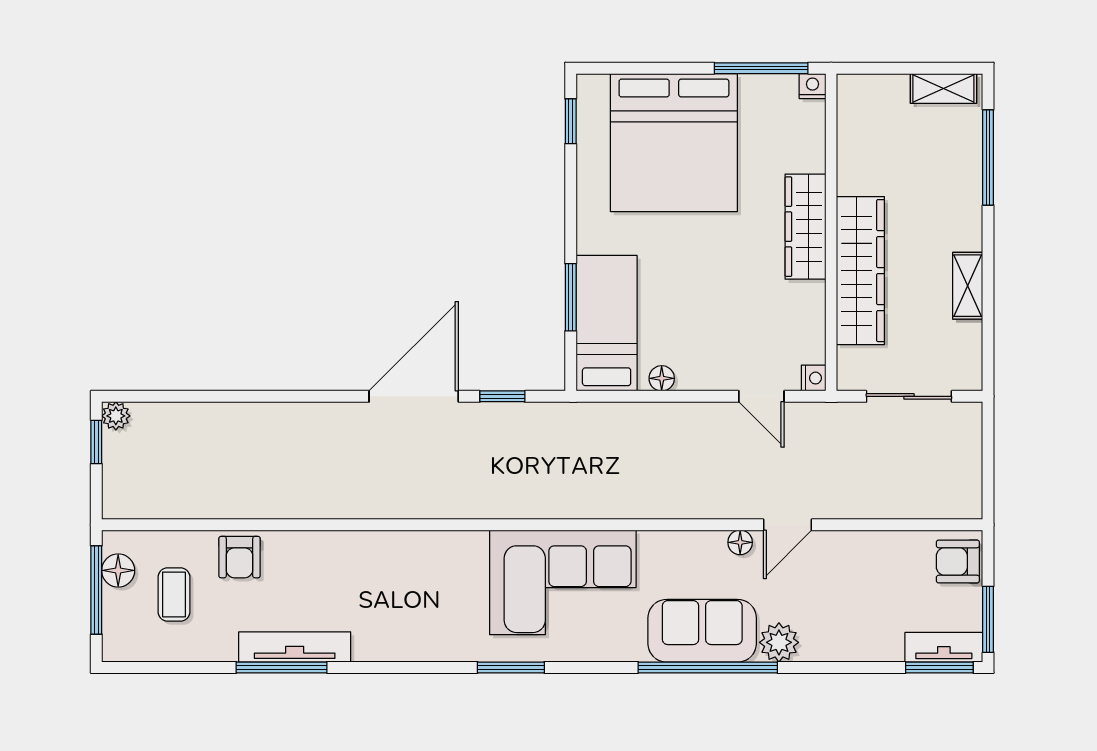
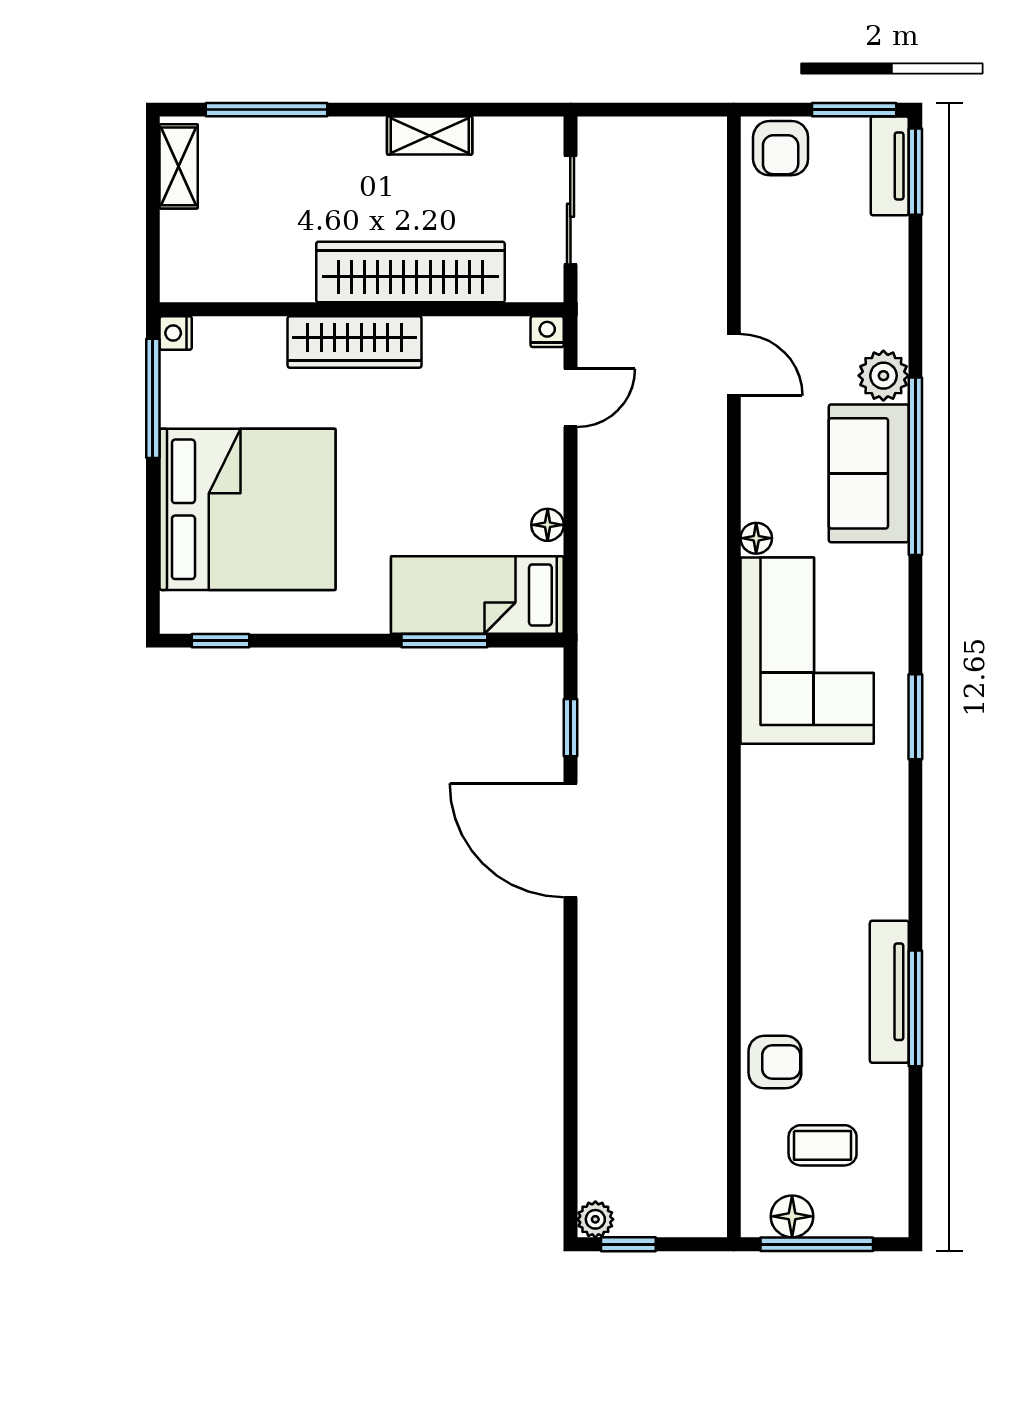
floor lamp: (740, 542) -> (756, 538), moved

